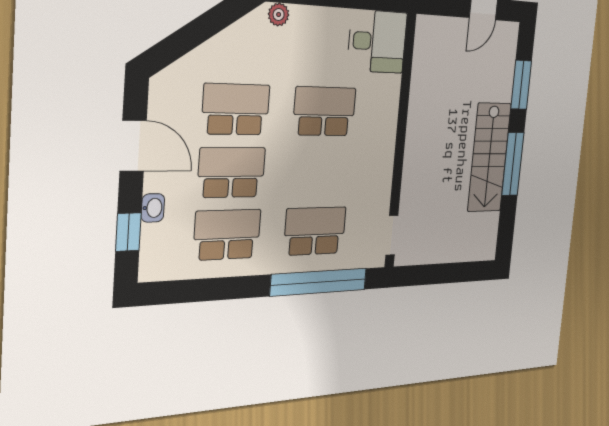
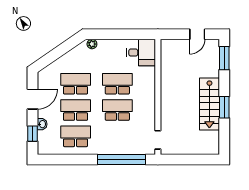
window: (521, 85) -> (224, 58), moved
door: (133, 146) -> (33, 99), hinge flipped
window: (513, 164) -> (224, 107), width x0.69
school desk: (315, 231) -> (117, 110), moved

